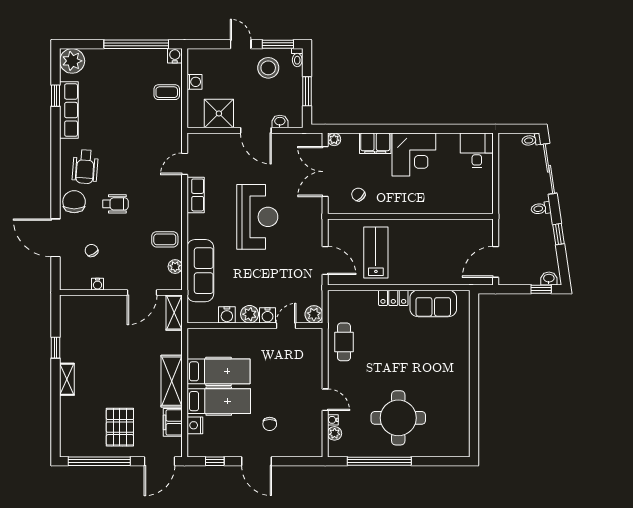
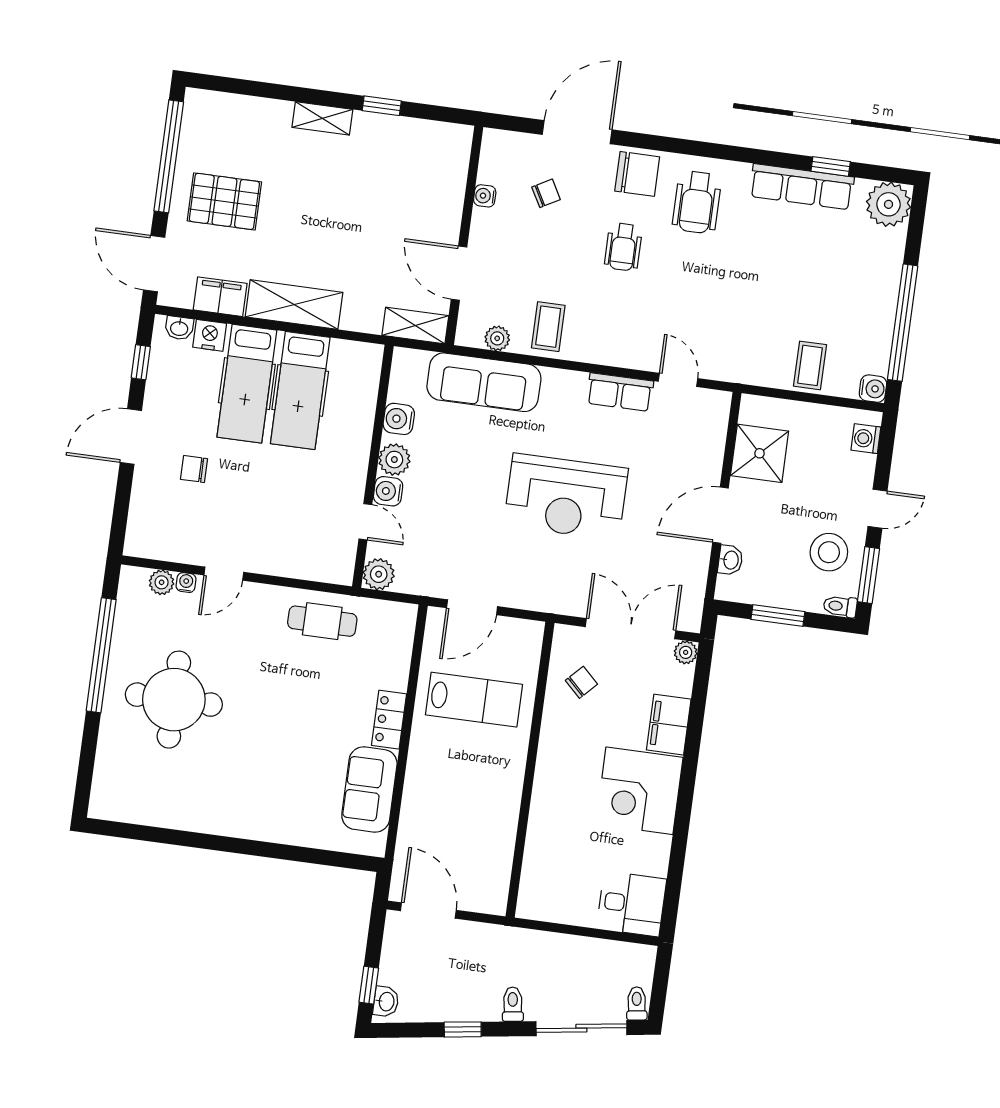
washing machine: (194, 82) -> (866, 439), moved, turned 90
wheelchair: (85, 167) -> (697, 202), turned -94
washbasin: (193, 443) -> (179, 328), added

